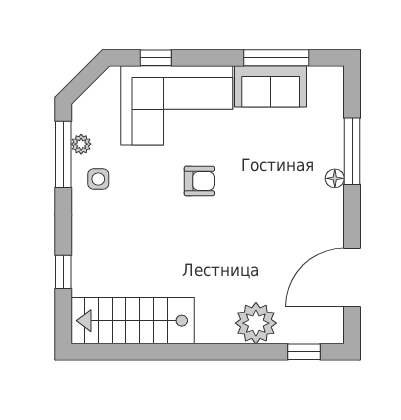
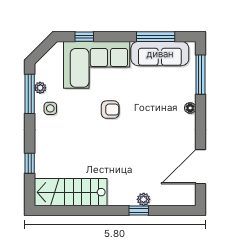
sofa: (271, 86) -> (160, 54), width x1.36
window: (352, 151) -> (200, 75), moved
plant: (256, 323) -> (144, 199), width x0.53, depth x0.53
window: (304, 352) -> (139, 210), moved

